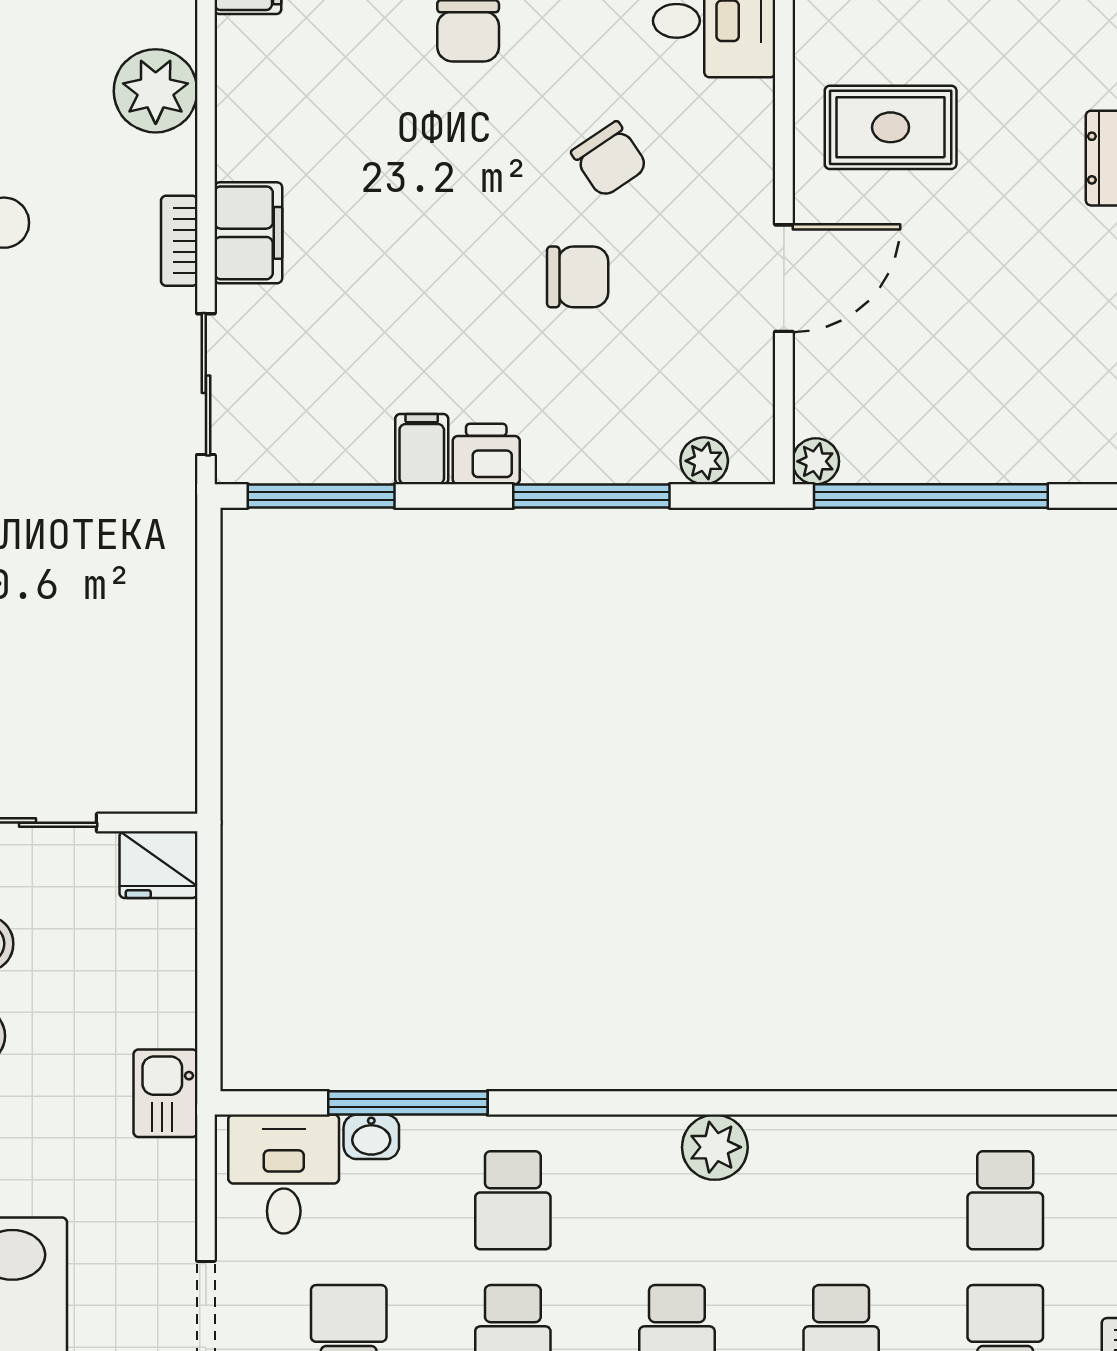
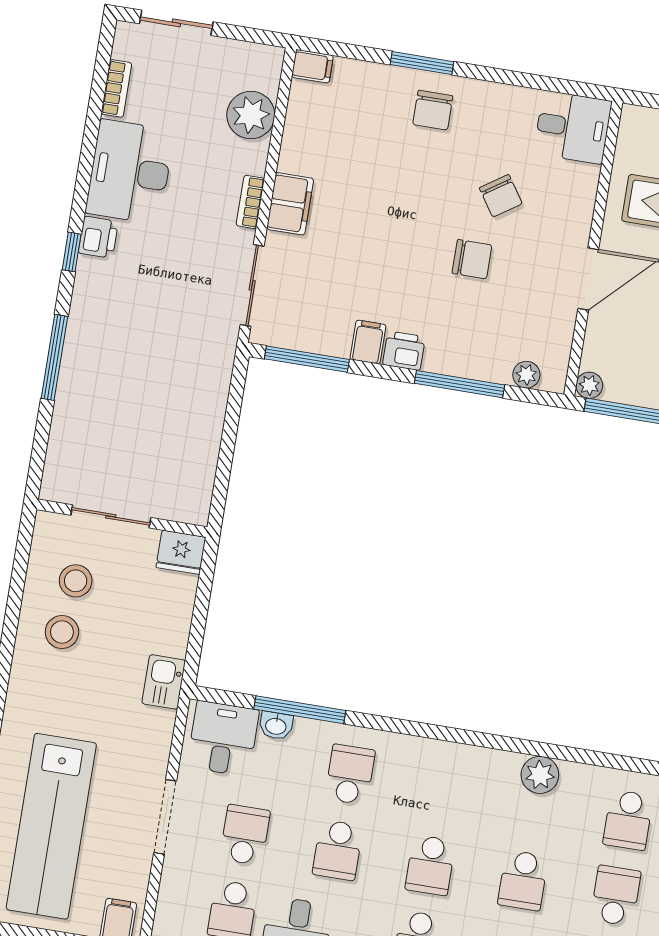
plant: (715, 1147) -> (540, 775), moved
school desk: (513, 1200) -> (350, 774), turned 180

